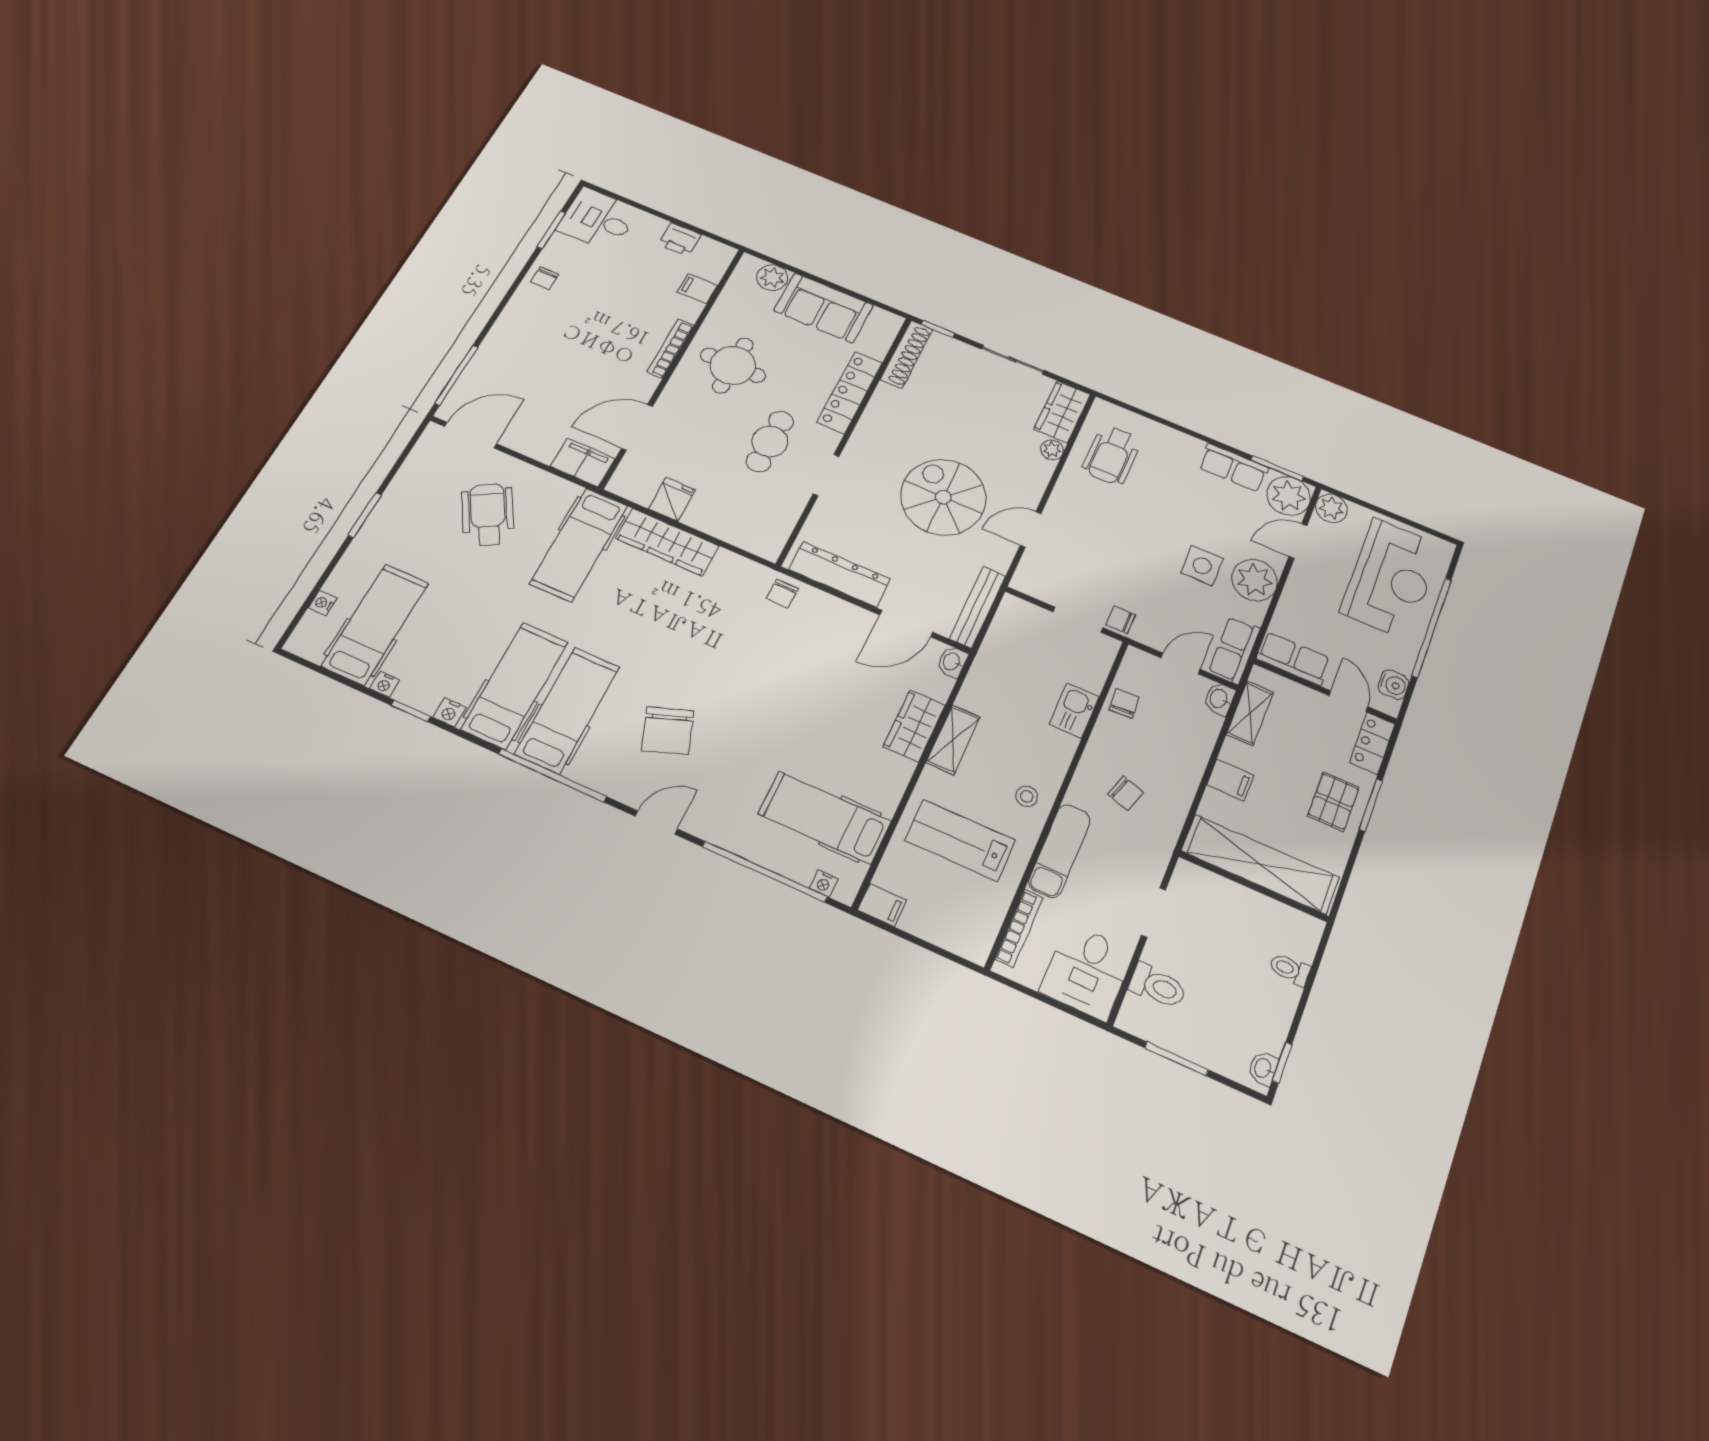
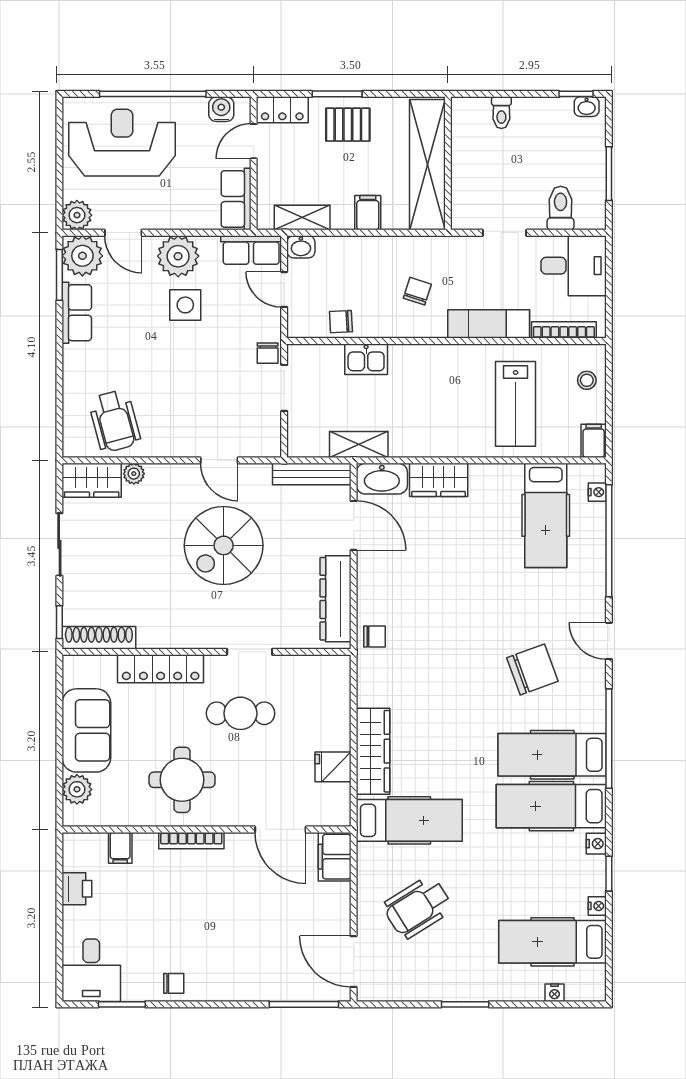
wheelchair: (1112, 455) -> (115, 421), turned 75
washbasin: (952, 662) -> (382, 479), width x1.91, depth x1.45
shelving: (953, 740) -> (359, 444), moved
stool: (1027, 796) -> (587, 380), moved

